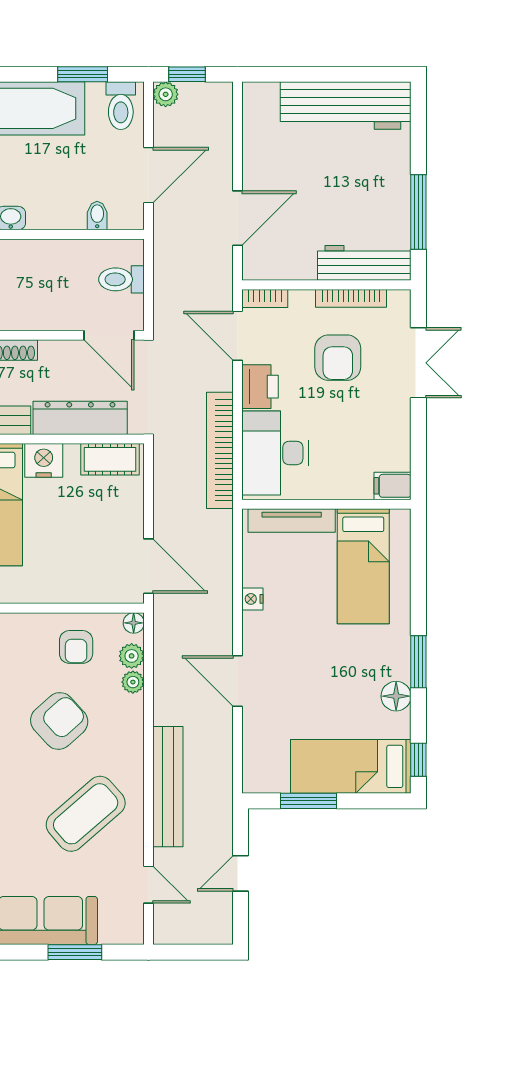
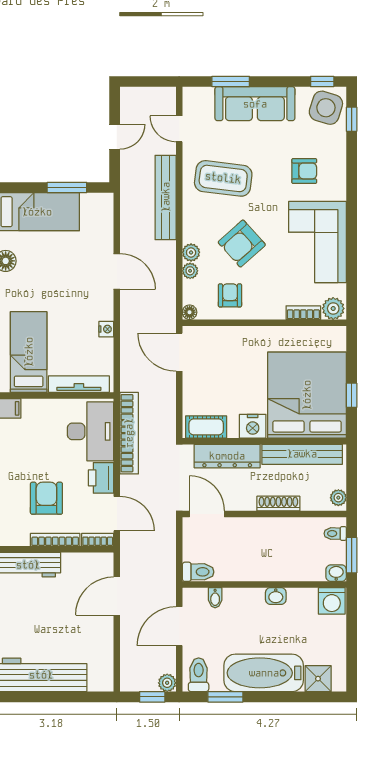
toilet: (121, 279) -> (198, 572), moved
bookcase: (351, 298) -> (55, 540), moved
plant: (132, 656) -> (191, 252), moved
coffee table: (86, 814) -> (223, 178), turned 48

